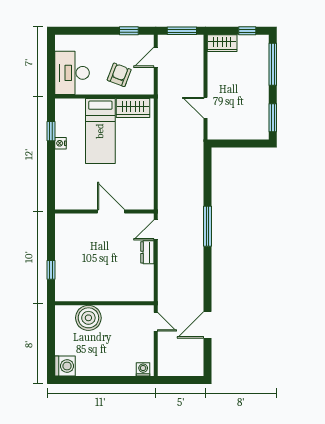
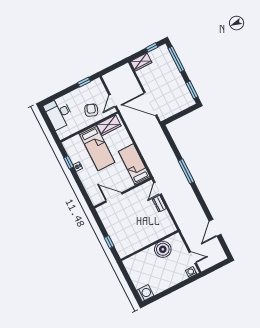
window: (182, 31) -> (114, 67), removed
door: (156, 57) -> (113, 101), moved
desk: (72, 73) -> (59, 113), moved
door: (205, 108) -> (150, 104), width x1.88
bed: (141, 180) -> (134, 164), added
door: (111, 212) -> (114, 197), moved
boiler: (88, 318) -> (163, 249), moved
door: (156, 322) -> (193, 258), moved

